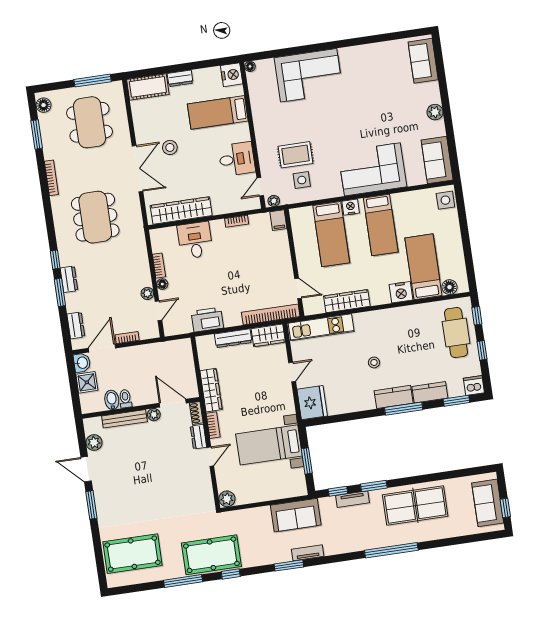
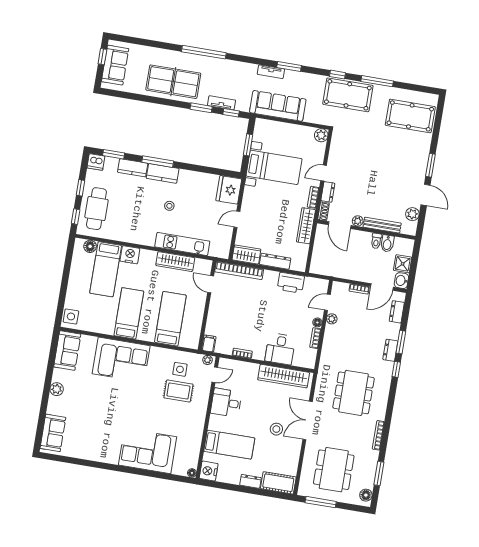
nightstand: (351, 207) -> (148, 335), removed
kitchen unit: (321, 327) -> (182, 244), moved
sofa: (296, 515) -> (278, 106), width x1.36

